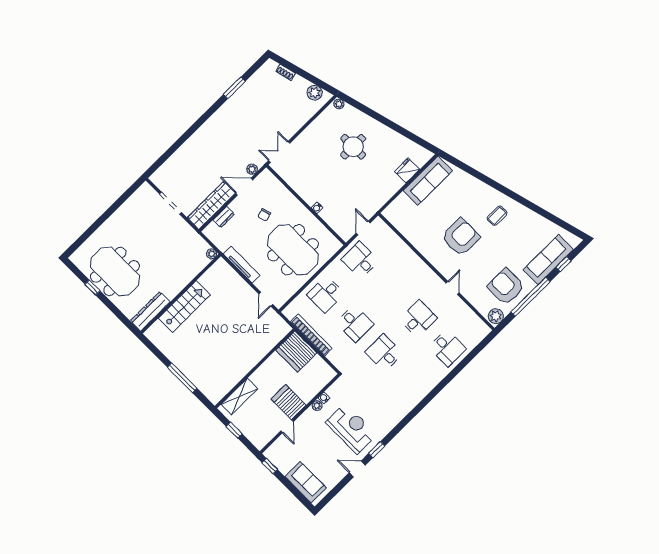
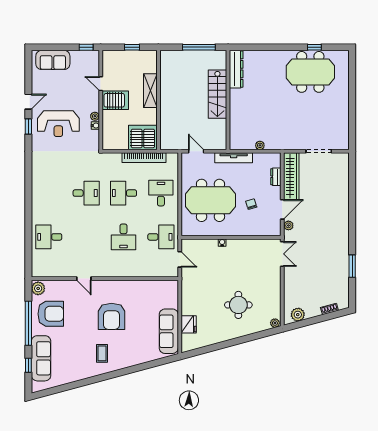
wall: (181, 294) -> (228, 100), moved
stairs: (184, 306) -> (217, 94), moved
dresser: (150, 311) -> (236, 69), moved
desk: (418, 319) -> (124, 237), moved
shelving: (239, 397) -> (150, 91), moved

